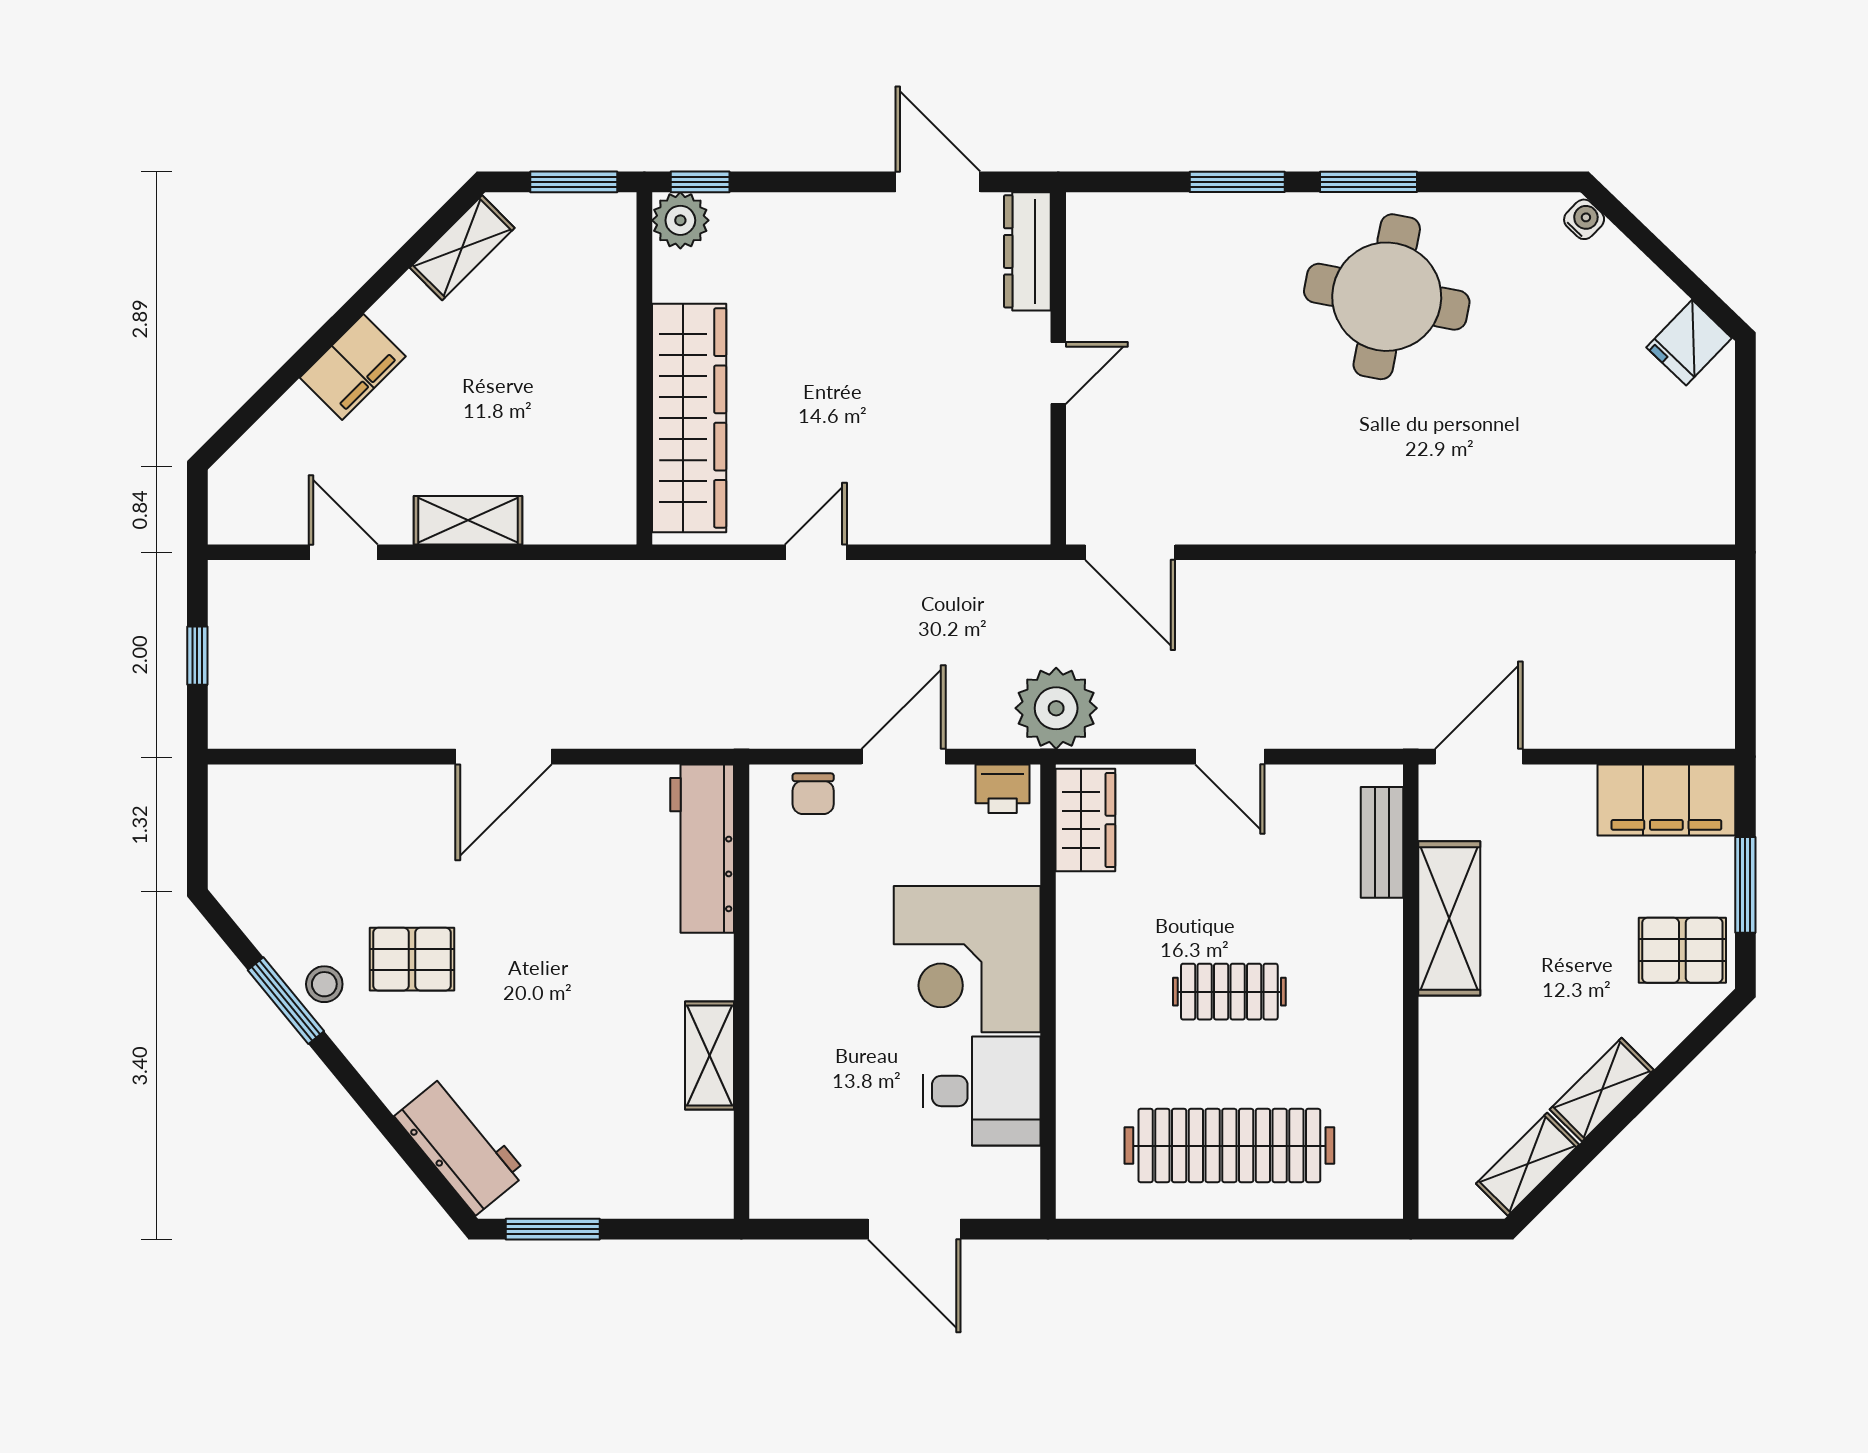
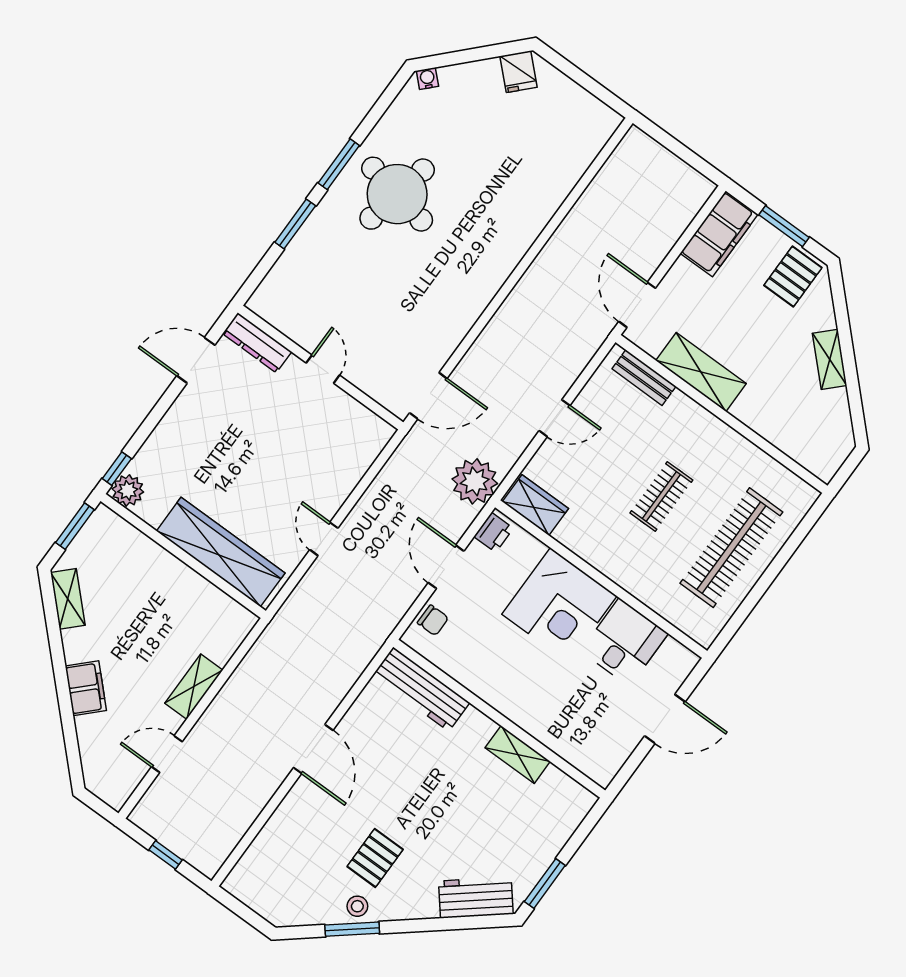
shelving: (1528, 1164) -> (839, 418), removed

